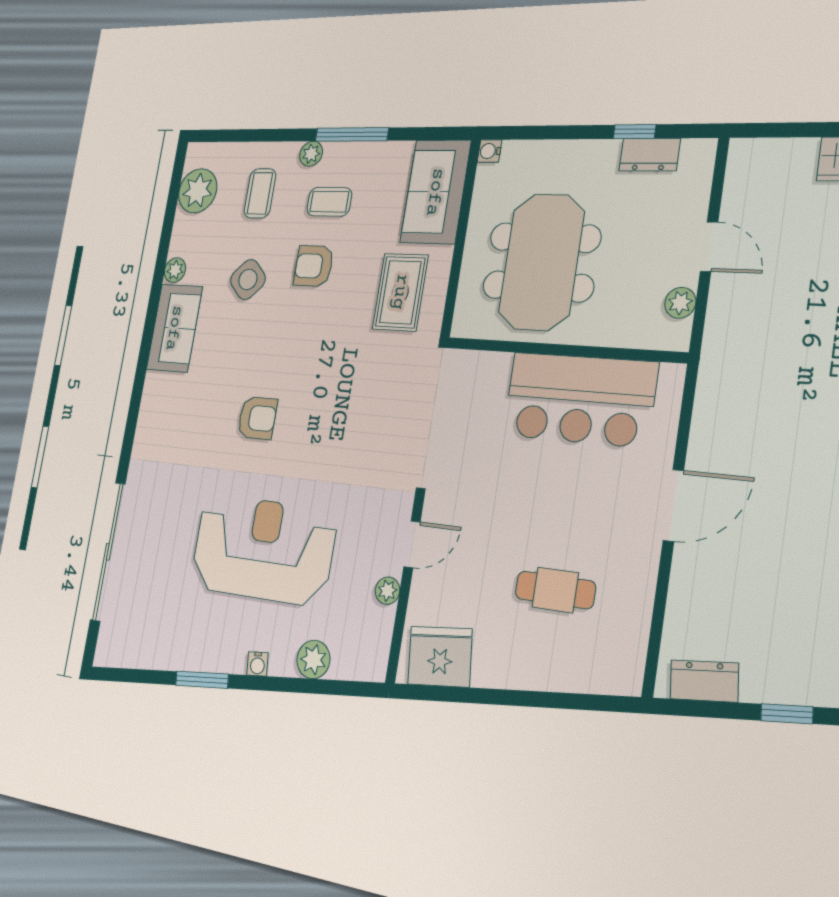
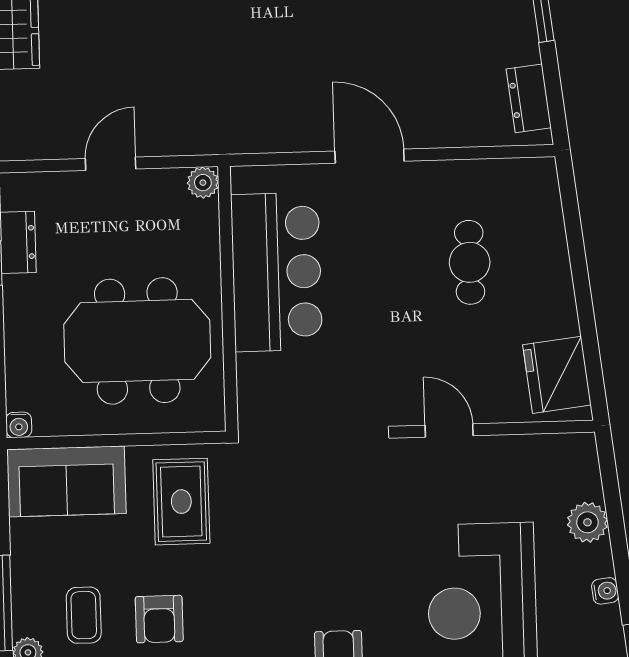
rug: (400, 292) -> (181, 502), turned 90
plant: (680, 303) -> (203, 183), moved
plant: (387, 591) -> (501, 449), removed

